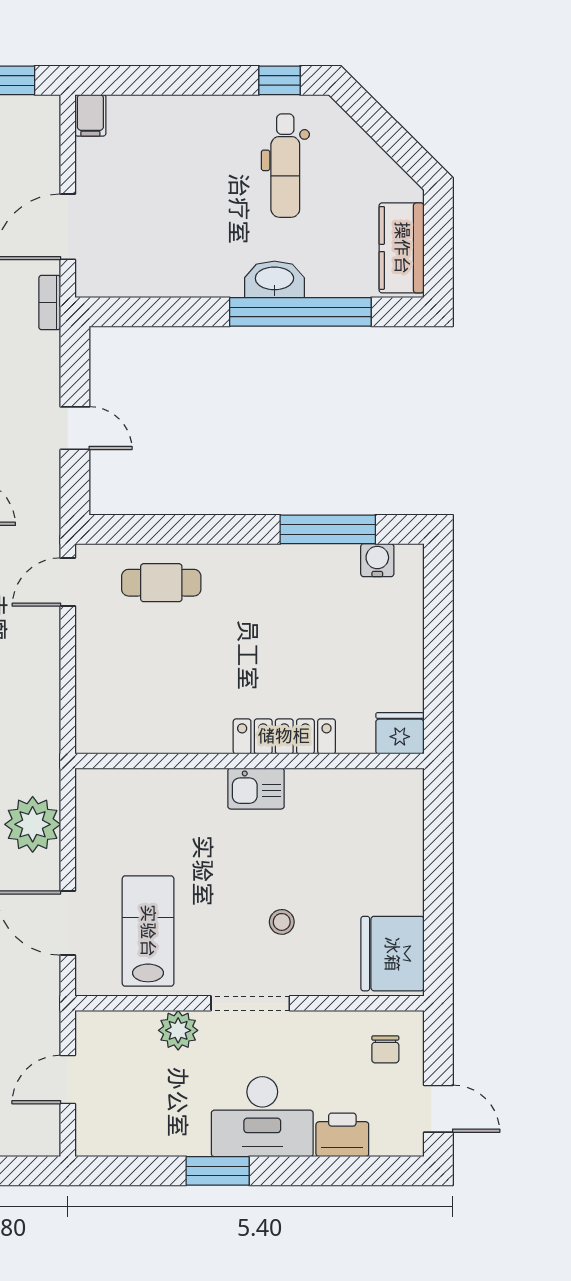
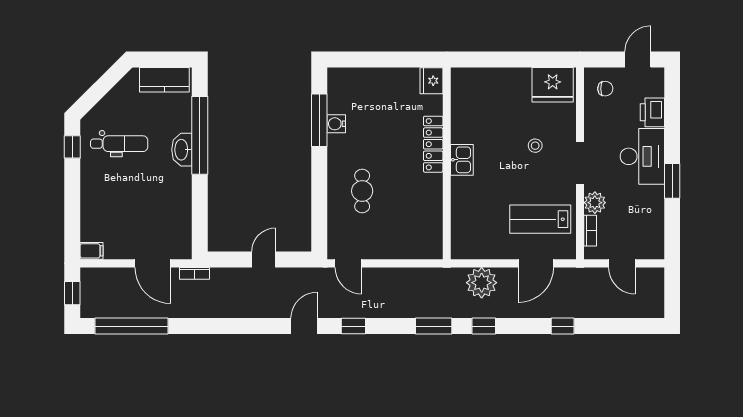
water cooler: (377, 560) -> (336, 124), moved
cafe table: (161, 583) -> (362, 191), moved
bookcase: (127, 1022) -> (590, 231), added

